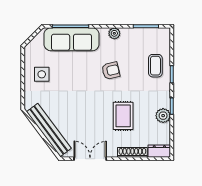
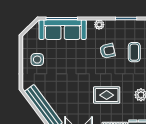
armchair: (111, 71) -> (107, 51), moved
rug: (123, 116) -> (107, 95), turned 90

